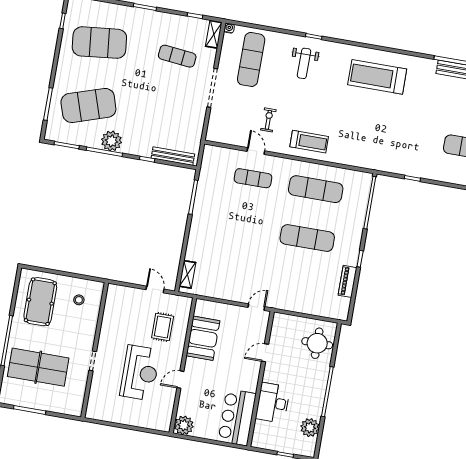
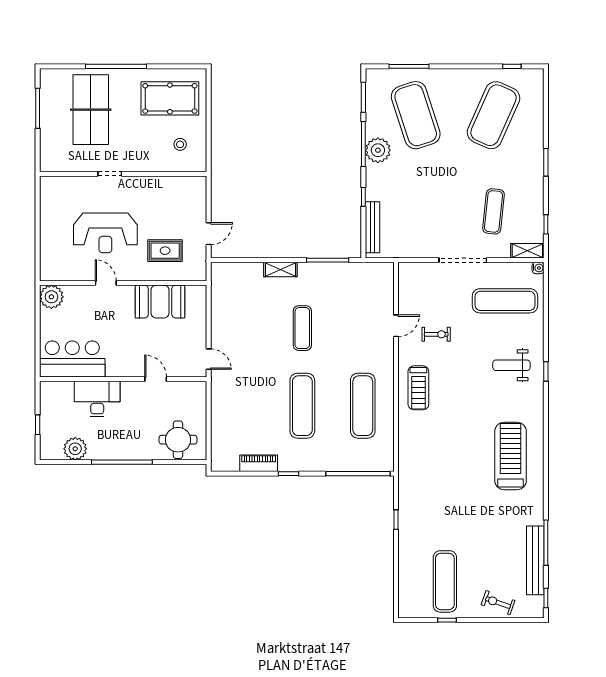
exercise mat: (99, 43) -> (494, 115), turned 30
exercise mat: (253, 178) -> (302, 328), moved
shelving: (188, 274) -> (280, 270), moved

